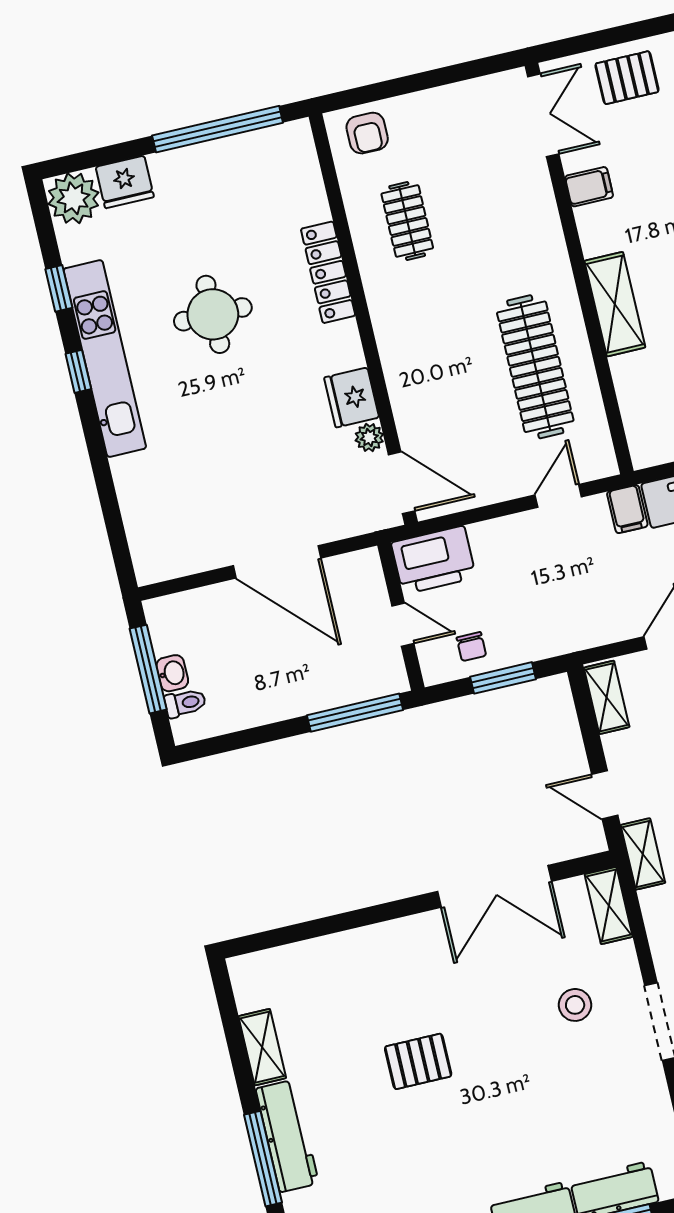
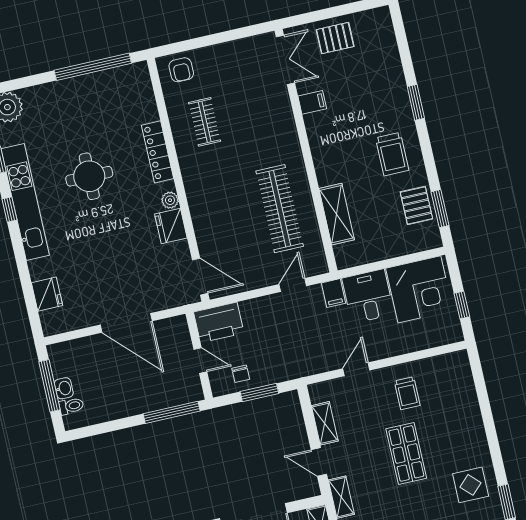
fridge: (125, 182) -> (47, 294), moved, turned -90
shelving: (615, 304) -> (337, 214), moved
plant: (369, 437) -> (170, 200), moved
shelving: (607, 697) -> (325, 423), moved

